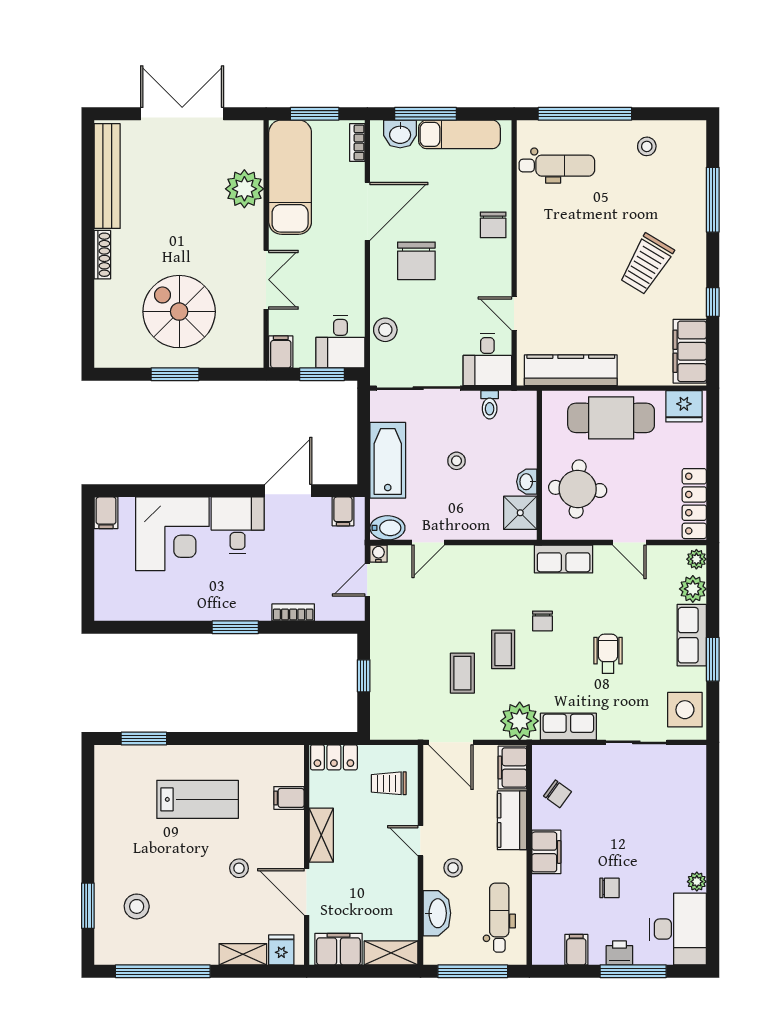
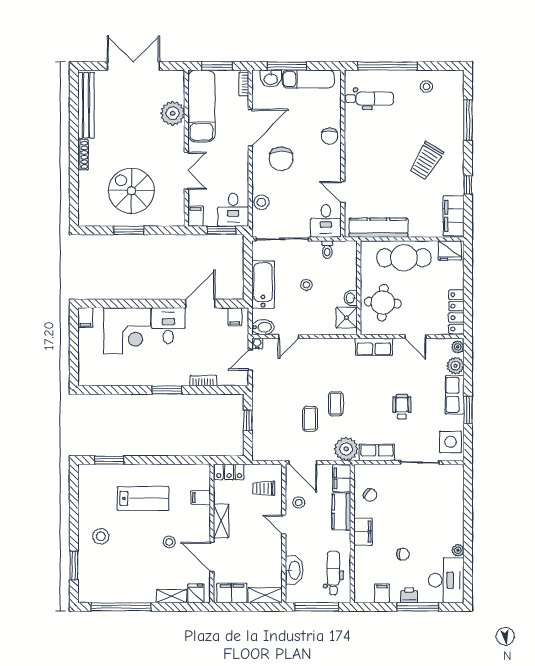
chair: (542, 621) -> (361, 386), removed
stool: (453, 868) -> (299, 502), moved
stool: (137, 906) -> (101, 536), moved

